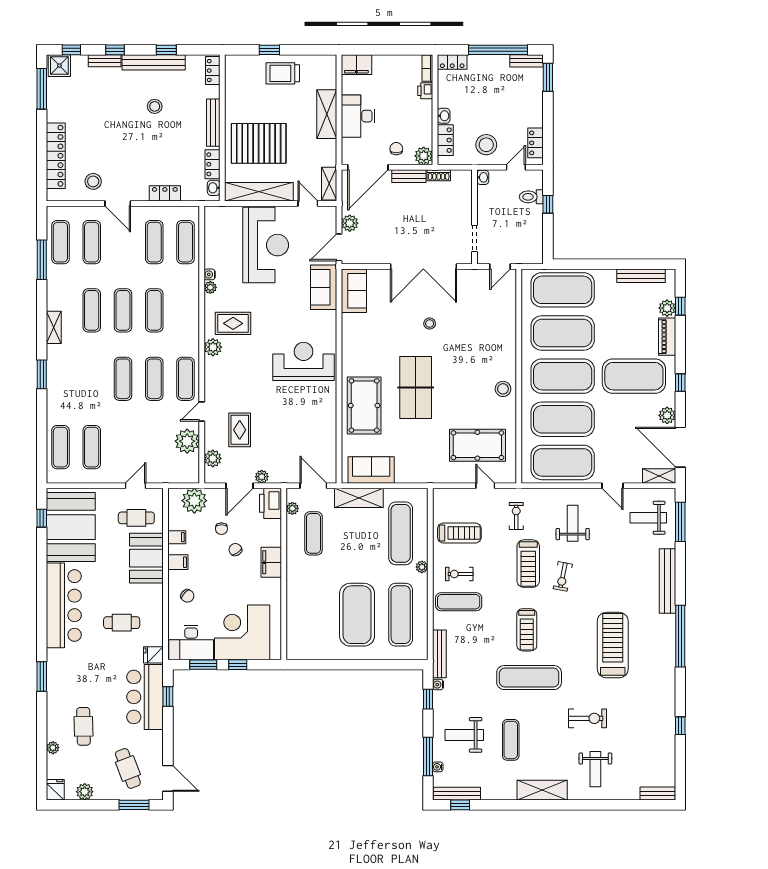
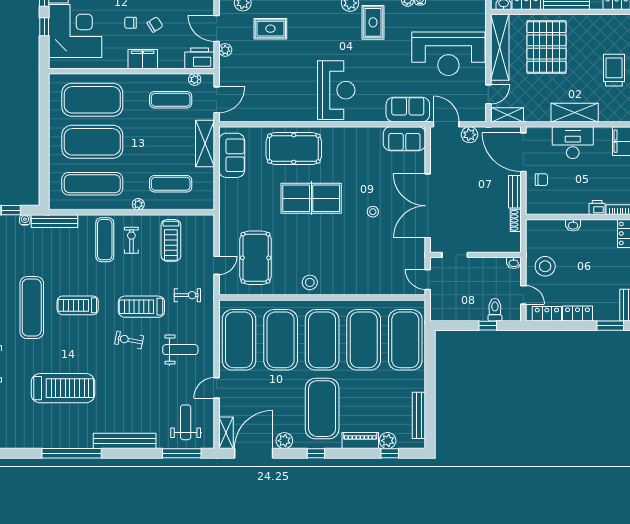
locker: (445, 140) -> (577, 314), moved, turned 180
plant: (424, 156) -> (534, 206), removed
chair: (221, 529) -> (130, 23), moved
exercise mat: (401, 533) -> (171, 184), width x0.73, depth x0.69
exercise mat: (313, 615) -> (92, 100), added

